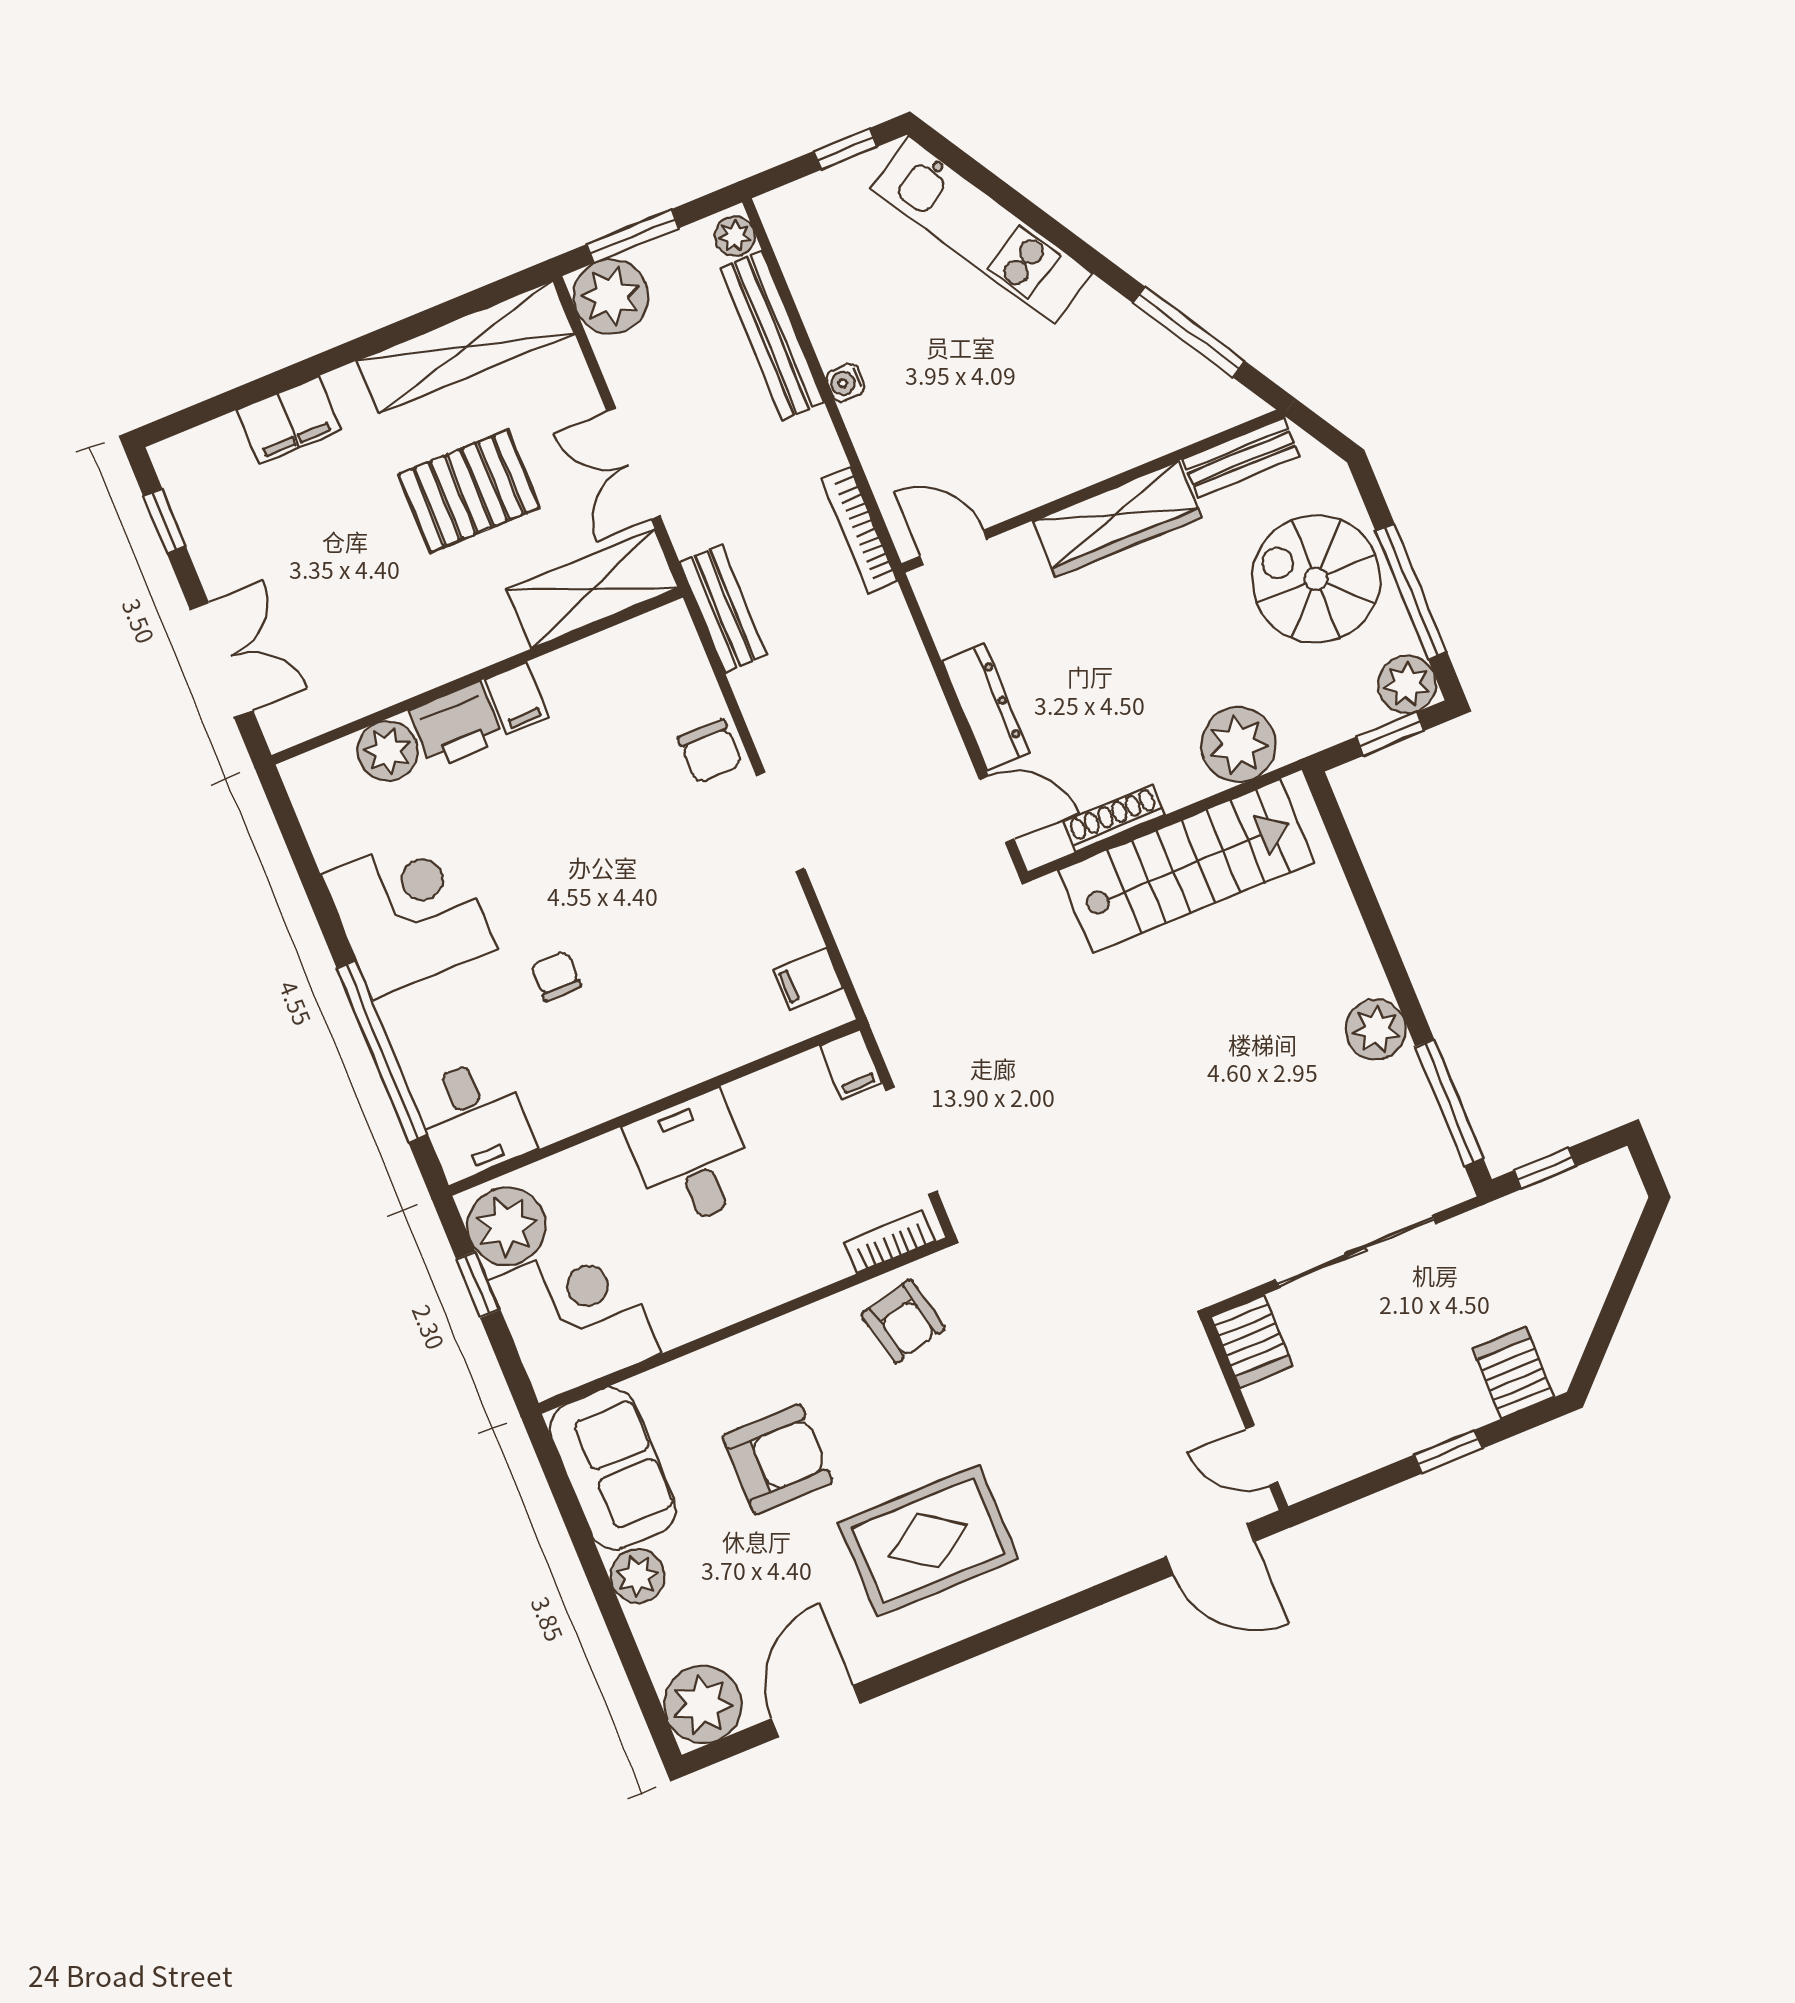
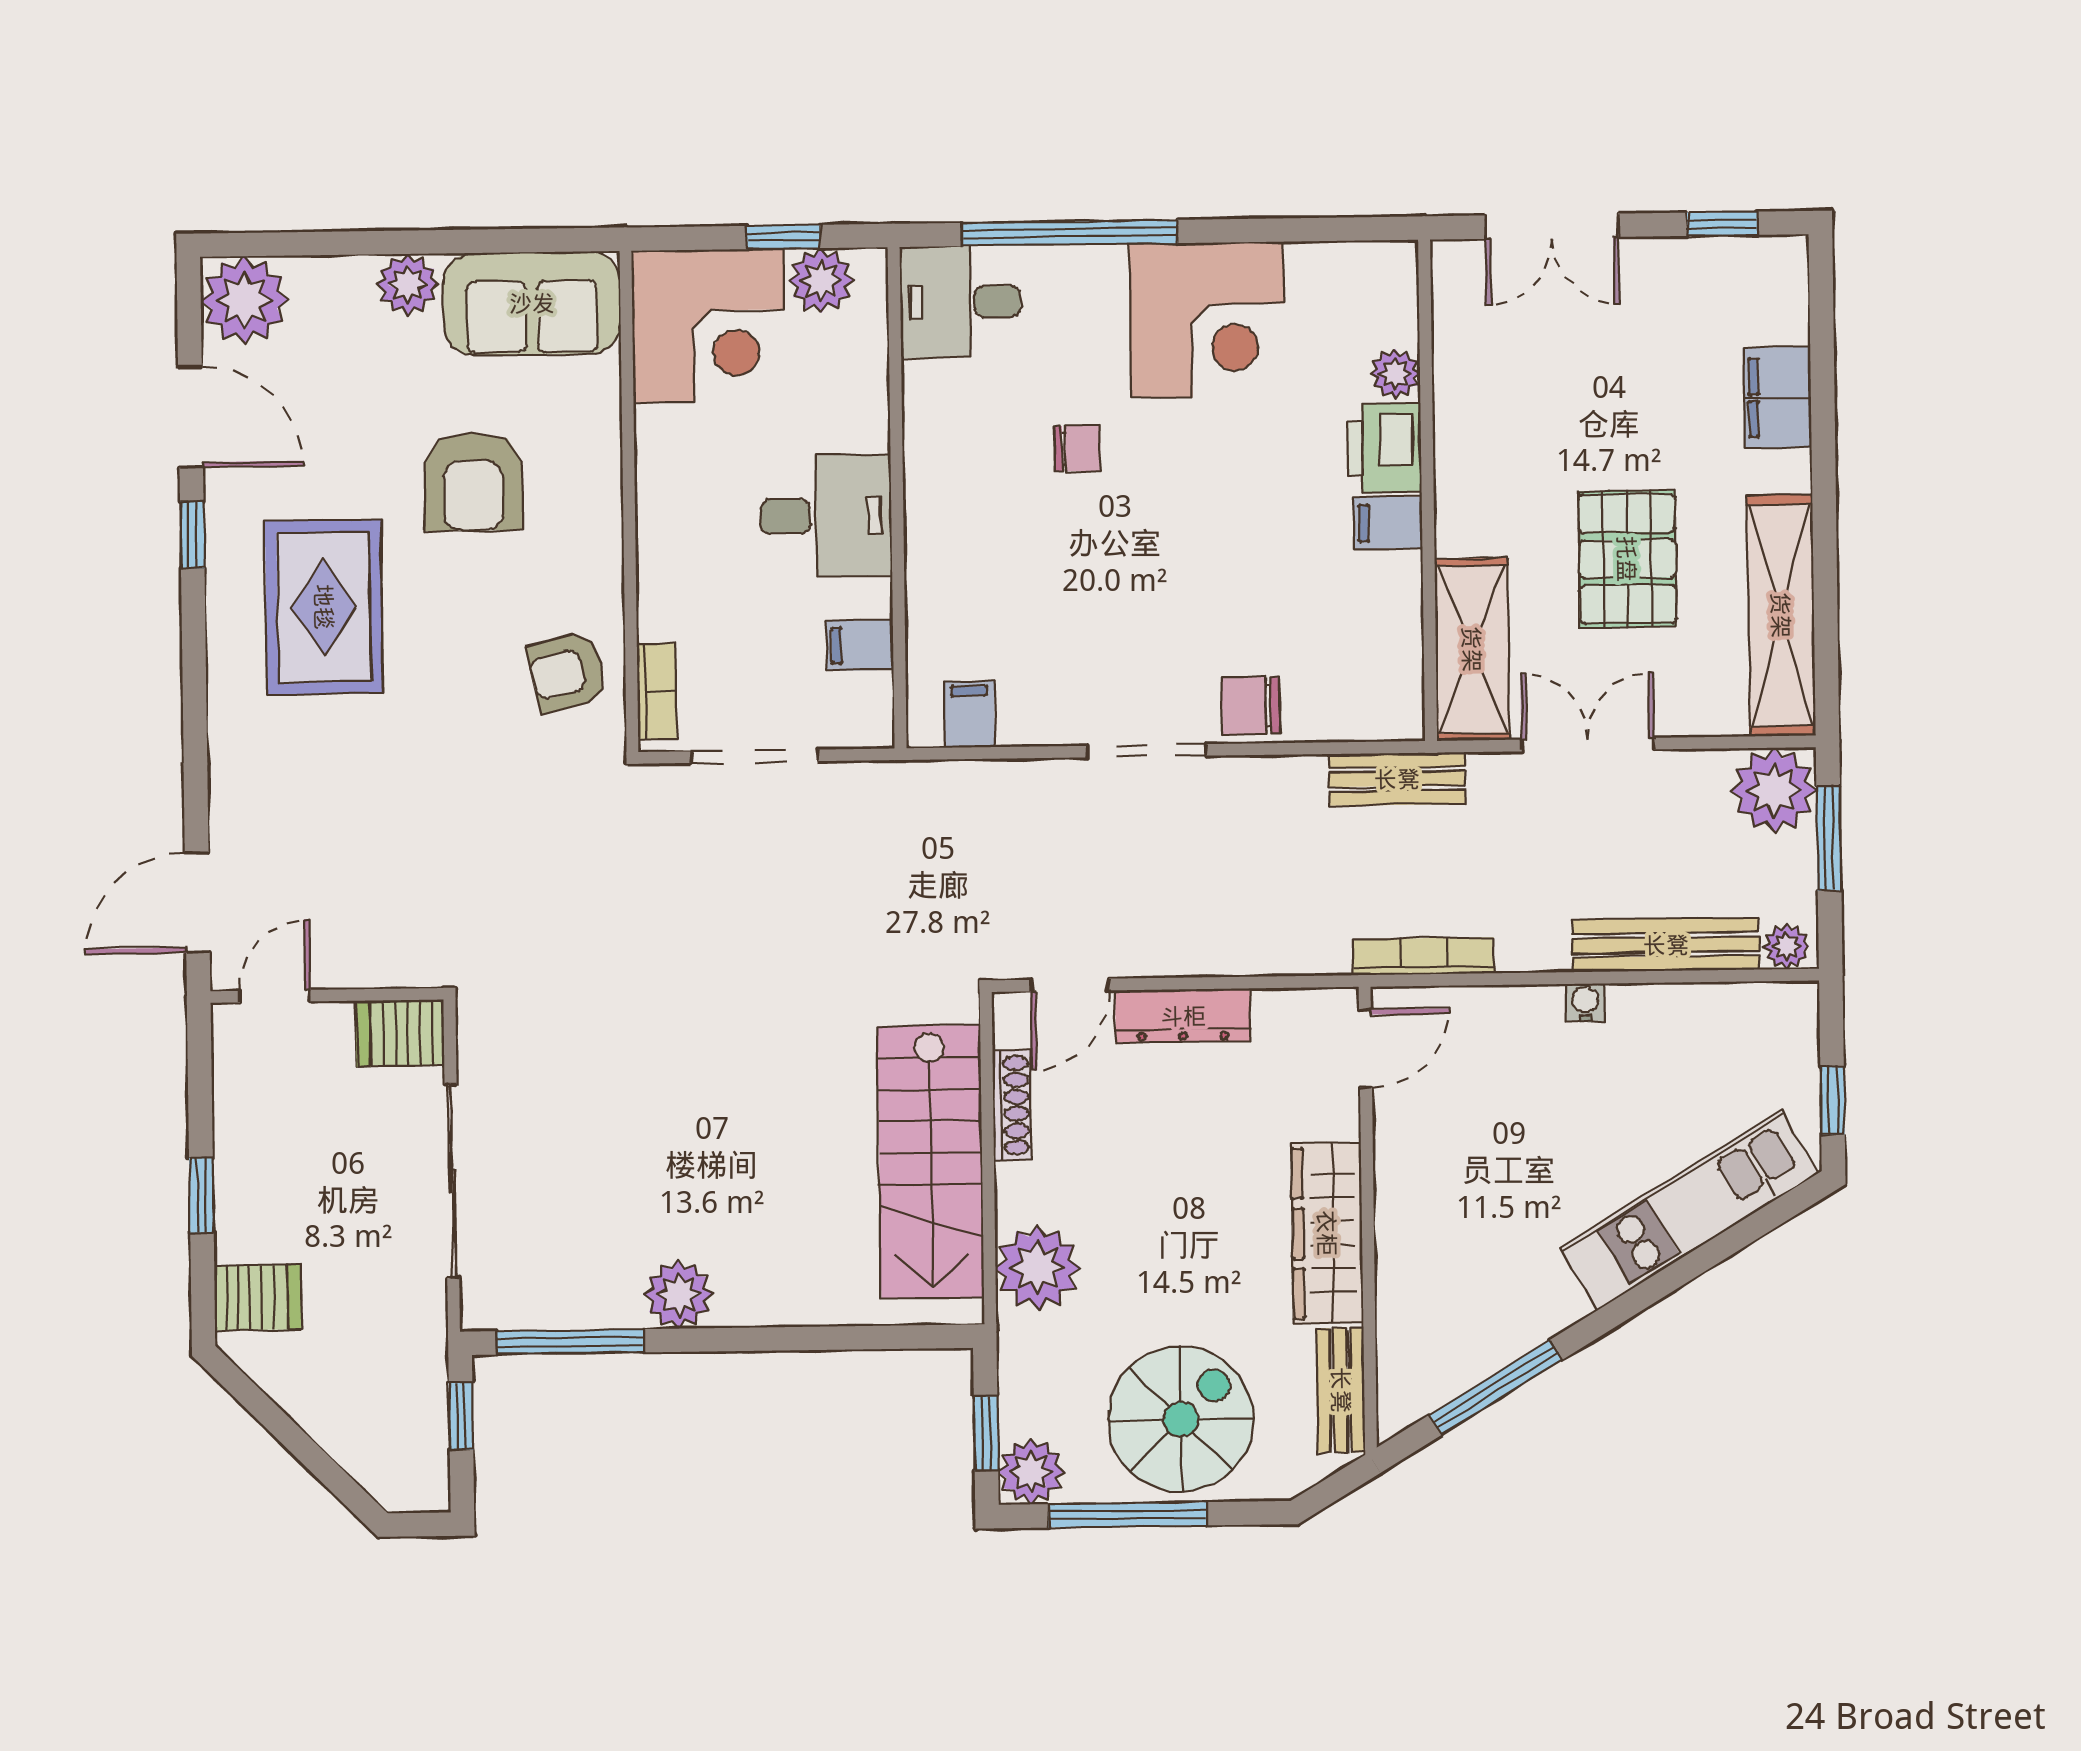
plant: (388, 751) -> (1395, 374), width x0.73, depth x0.73
filing cabinet: (851, 1064) -> (860, 645), moved
plant: (507, 1226) -> (821, 280), width x0.73, depth x0.73
window: (912, 1672) -> (192, 535), added

